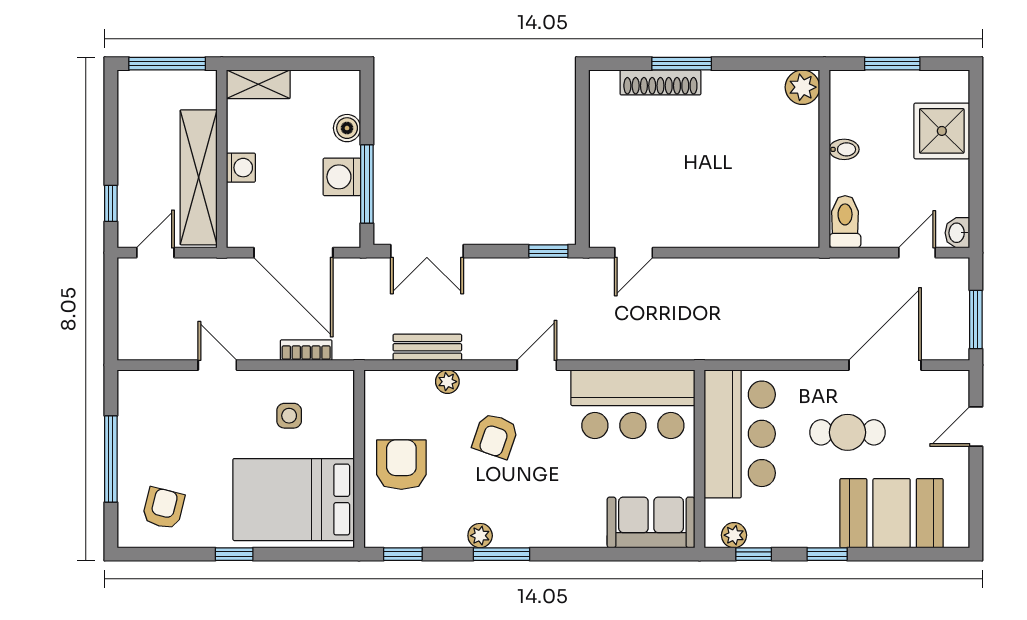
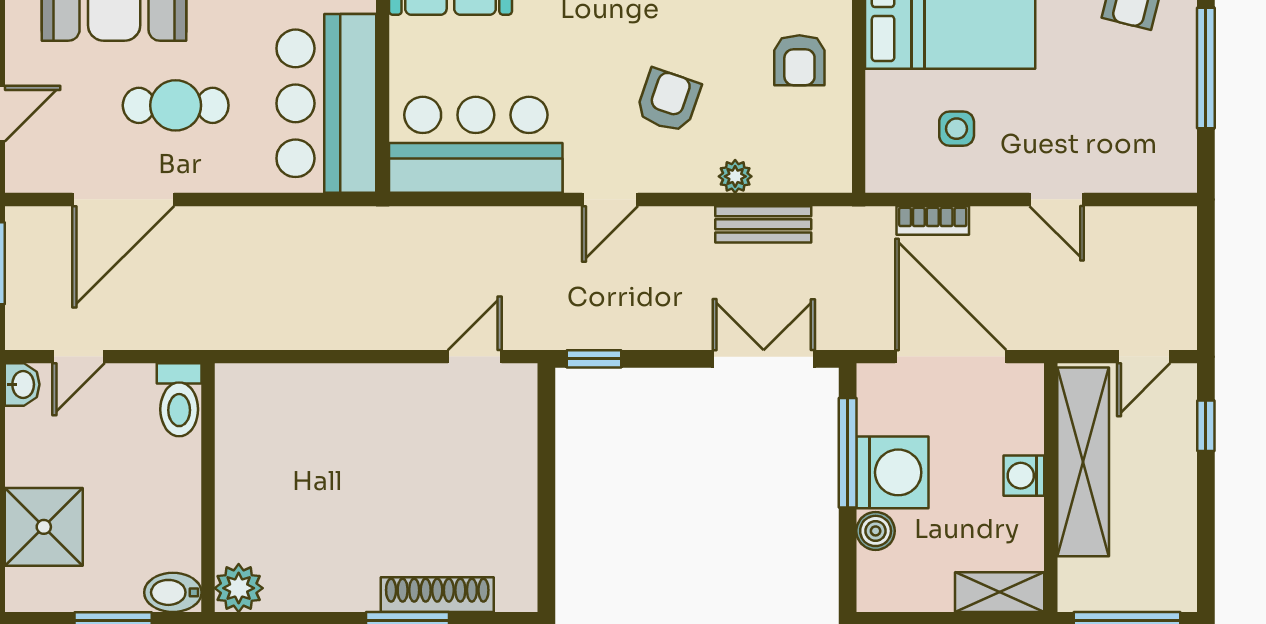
bidet: (844, 149) -> (173, 592), moved, width x1.38, depth x1.36
washing machine: (342, 177) -> (892, 472), width x1.37, depth x1.37
armchair: (401, 465) -> (799, 60), width x0.72, depth x0.72

